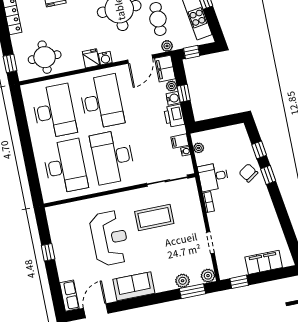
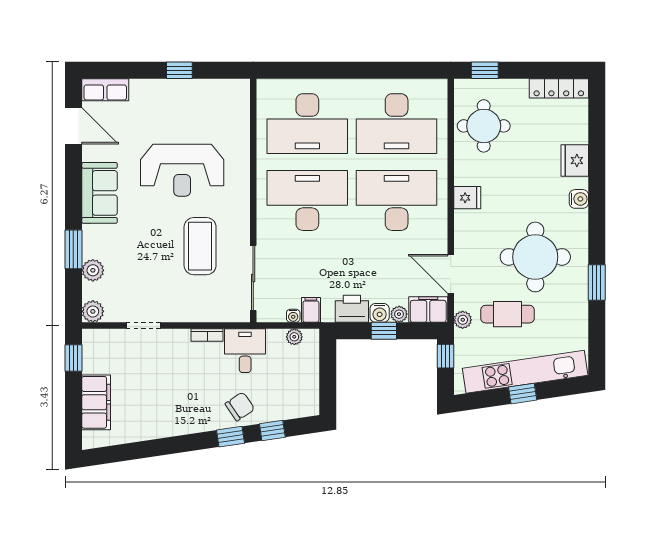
water cooler: (105, 58) -> (463, 220), removed
desk: (102, 102) -> (397, 201), turned 180
window: (192, 291) -> (73, 249), moved

